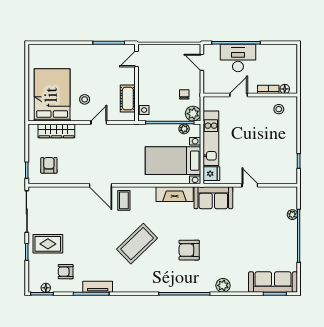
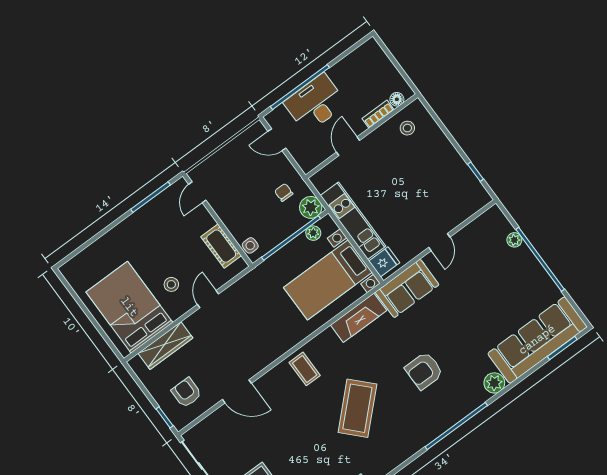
door: (101, 185) -> (237, 391), moved
door: (250, 185) -> (439, 242), swing flipped
sofa: (273, 282) -> (537, 340), width x1.36, depth x1.27

